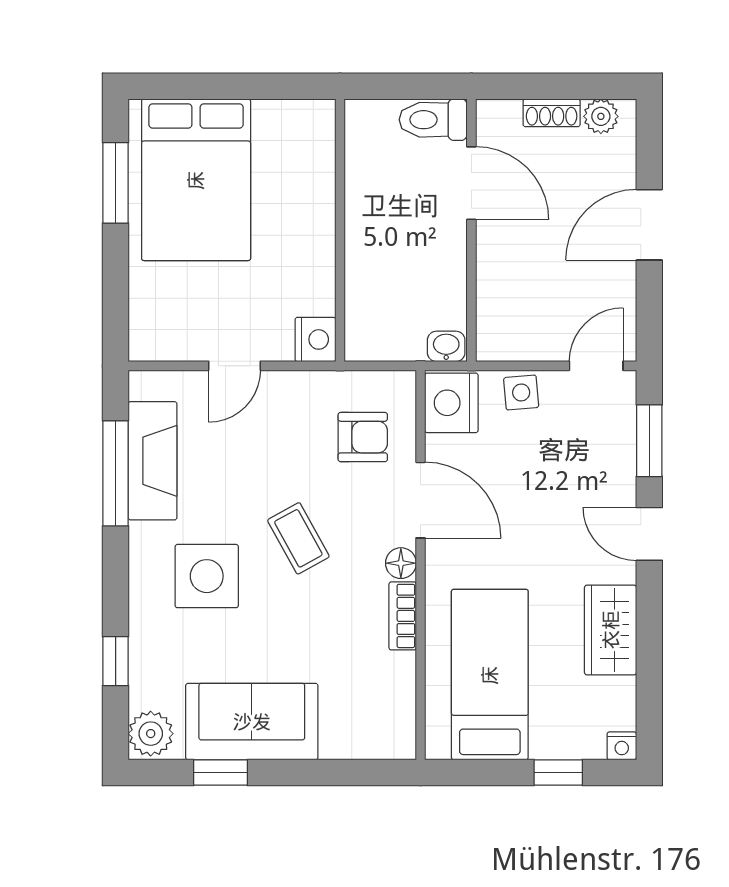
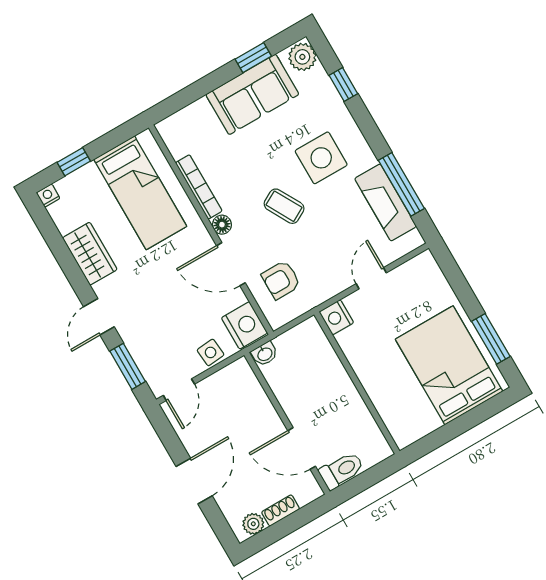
door: (649, 534) -> (99, 317), swing flipped
bookcase: (403, 616) -> (199, 187), width x1.56

